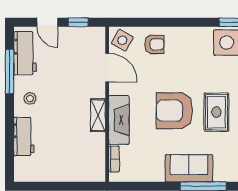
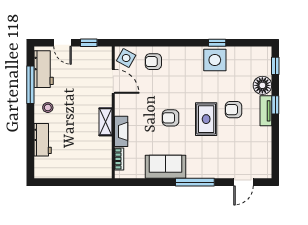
armchair: (154, 44) -> (153, 62), turned 180
armchair: (175, 111) -> (171, 118), width x0.53, depth x0.53
fireplace: (119, 120) -> (121, 131), width x0.73, depth x0.76
sofa: (189, 168) -> (166, 167), moved

